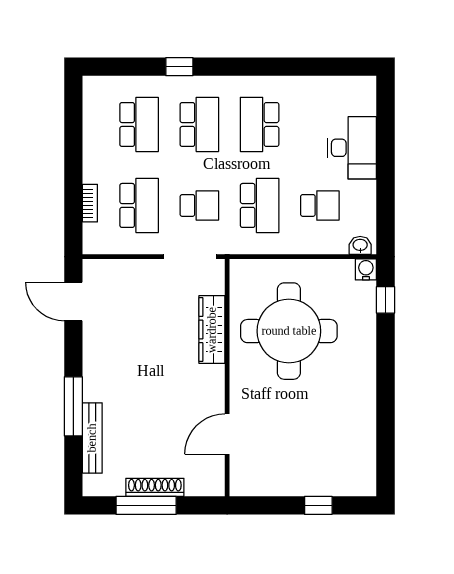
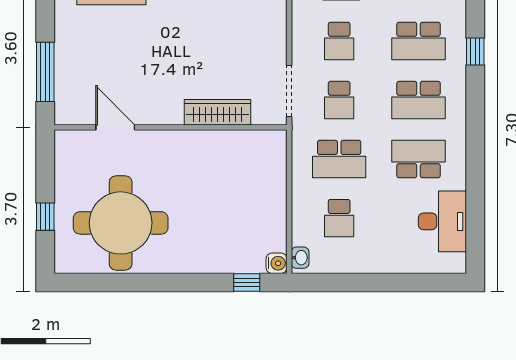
window: (179, 67) -> (475, 52), moved
desk: (352, 148) -> (442, 221), moved, turned -90
school desk: (139, 205) -> (339, 41), width x0.54
round table: (289, 331) -> (121, 223), moved
shoe rack: (155, 487) -> (63, 56), removed
window: (146, 505) -> (45, 72), moved

